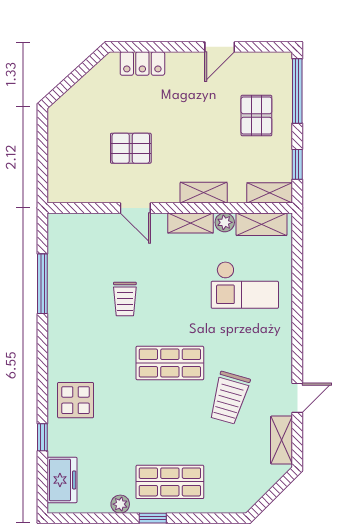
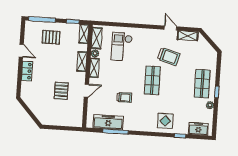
locker: (142, 64) -> (27, 71), moved
freezer: (64, 265) -> (108, 122), added
checkout: (245, 285) -> (122, 47), turned 180

